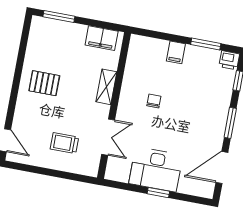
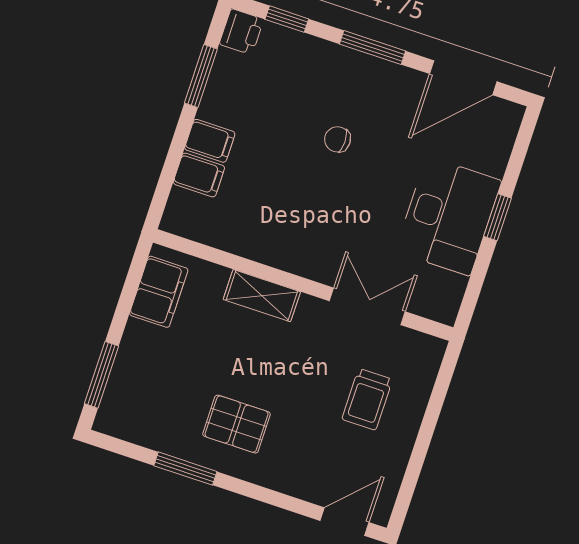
filing cabinet: (159, 49) -> (199, 175), added
window: (20, 62) -> (185, 469), added
pallet: (44, 83) -> (236, 424), turned 90
chair: (154, 101) -> (337, 139), moved
door: (222, 168) -> (463, 78), hinge flipped

